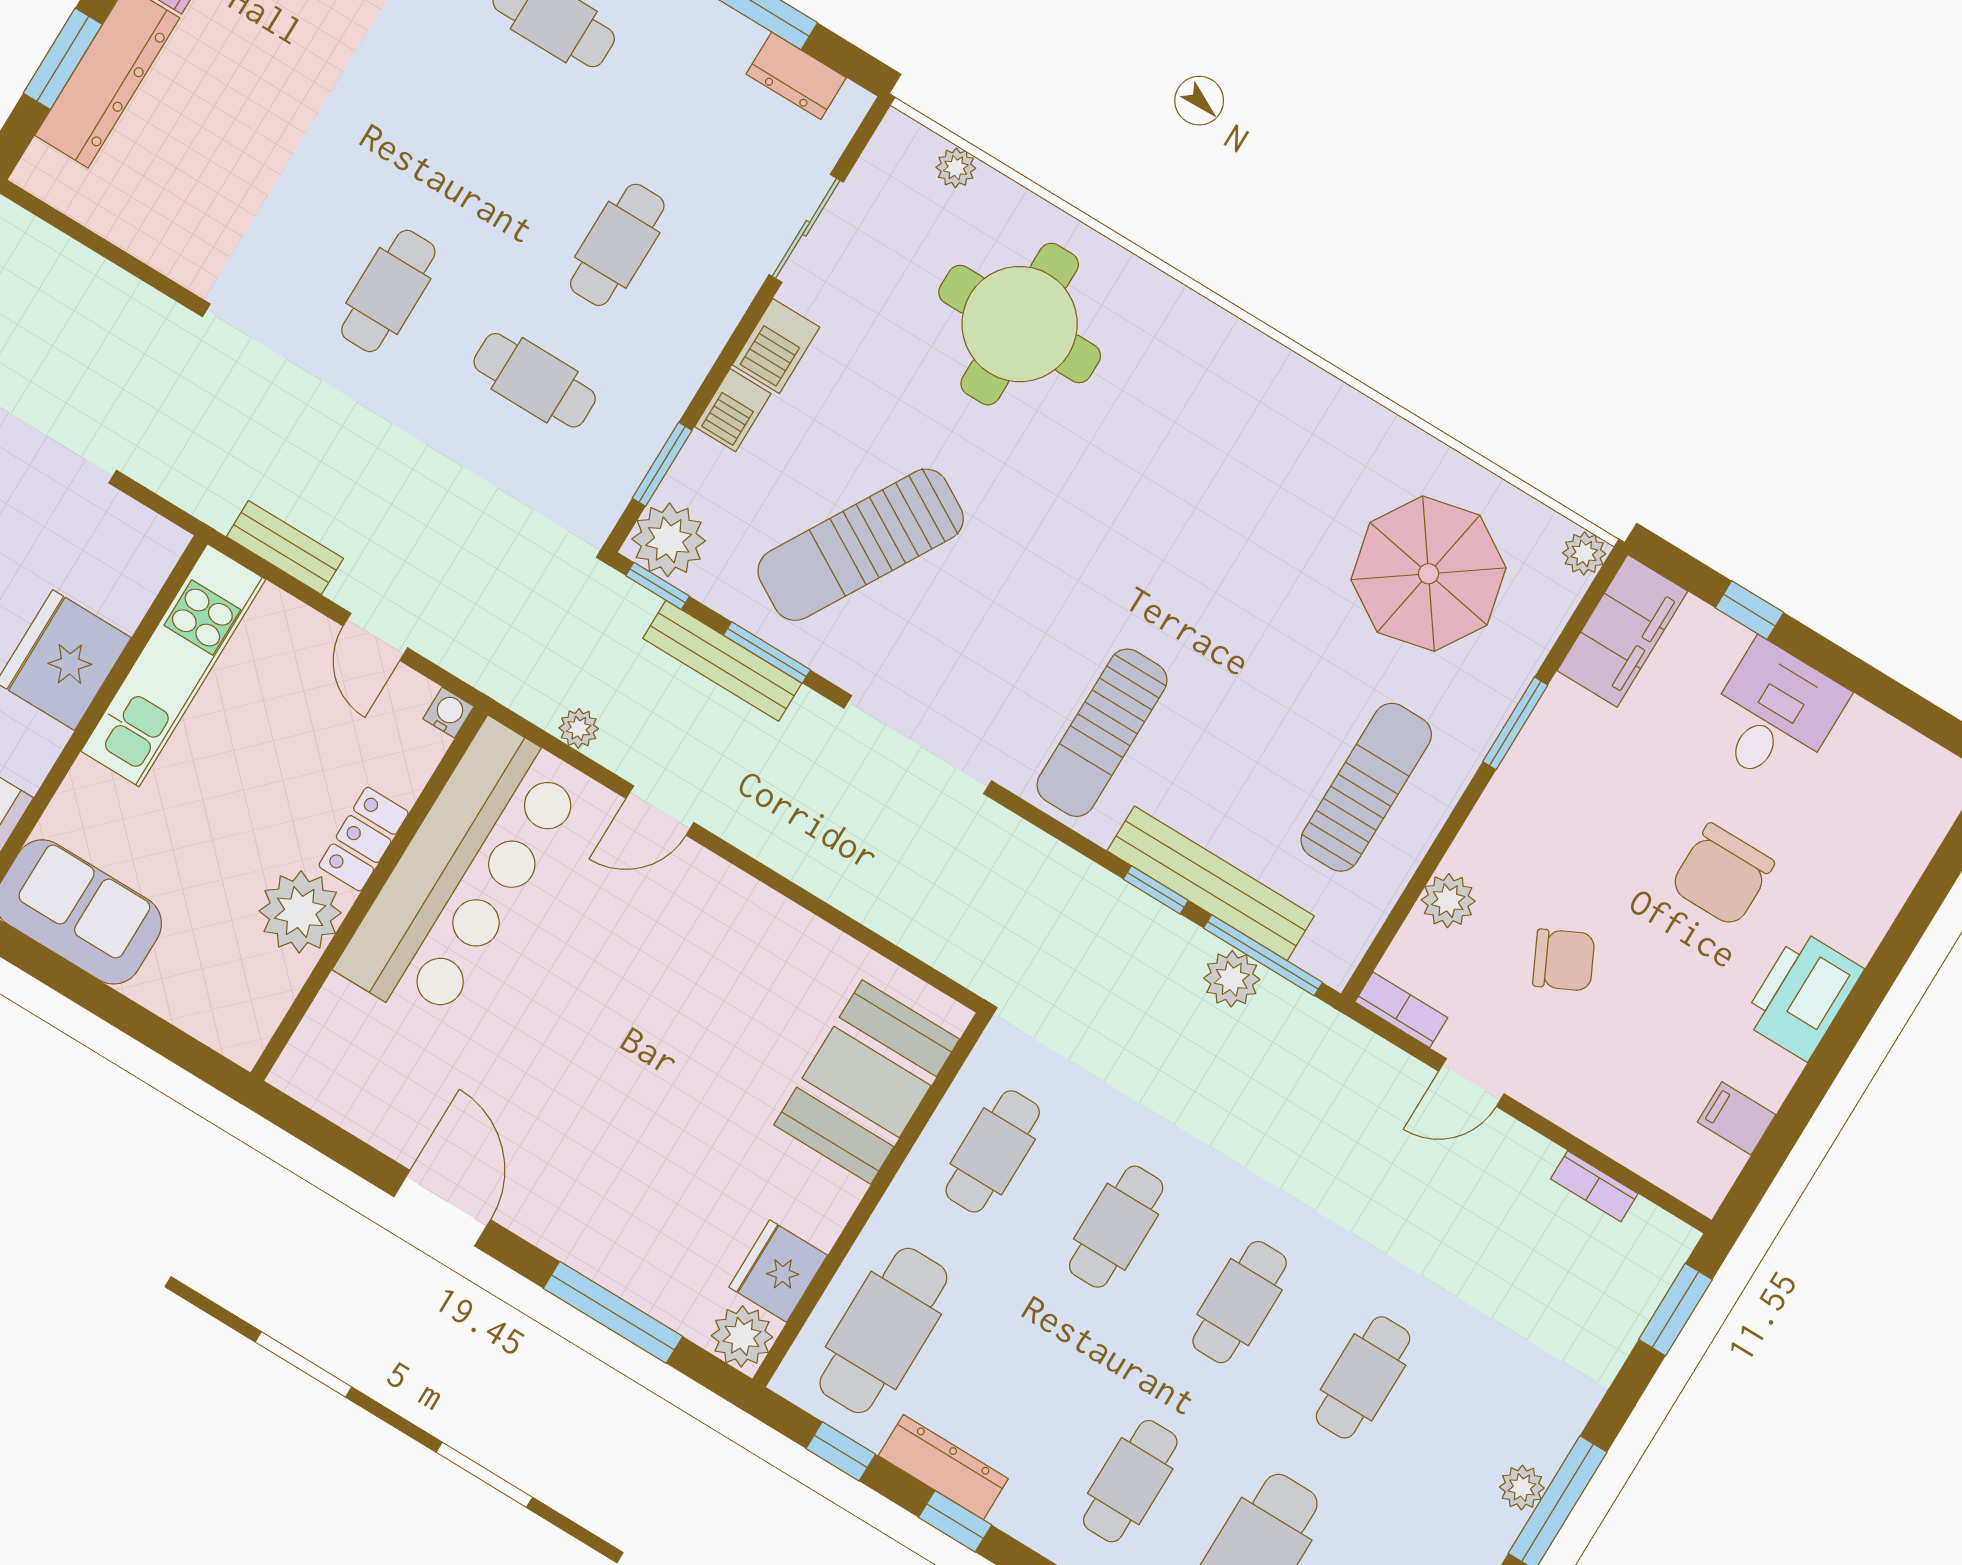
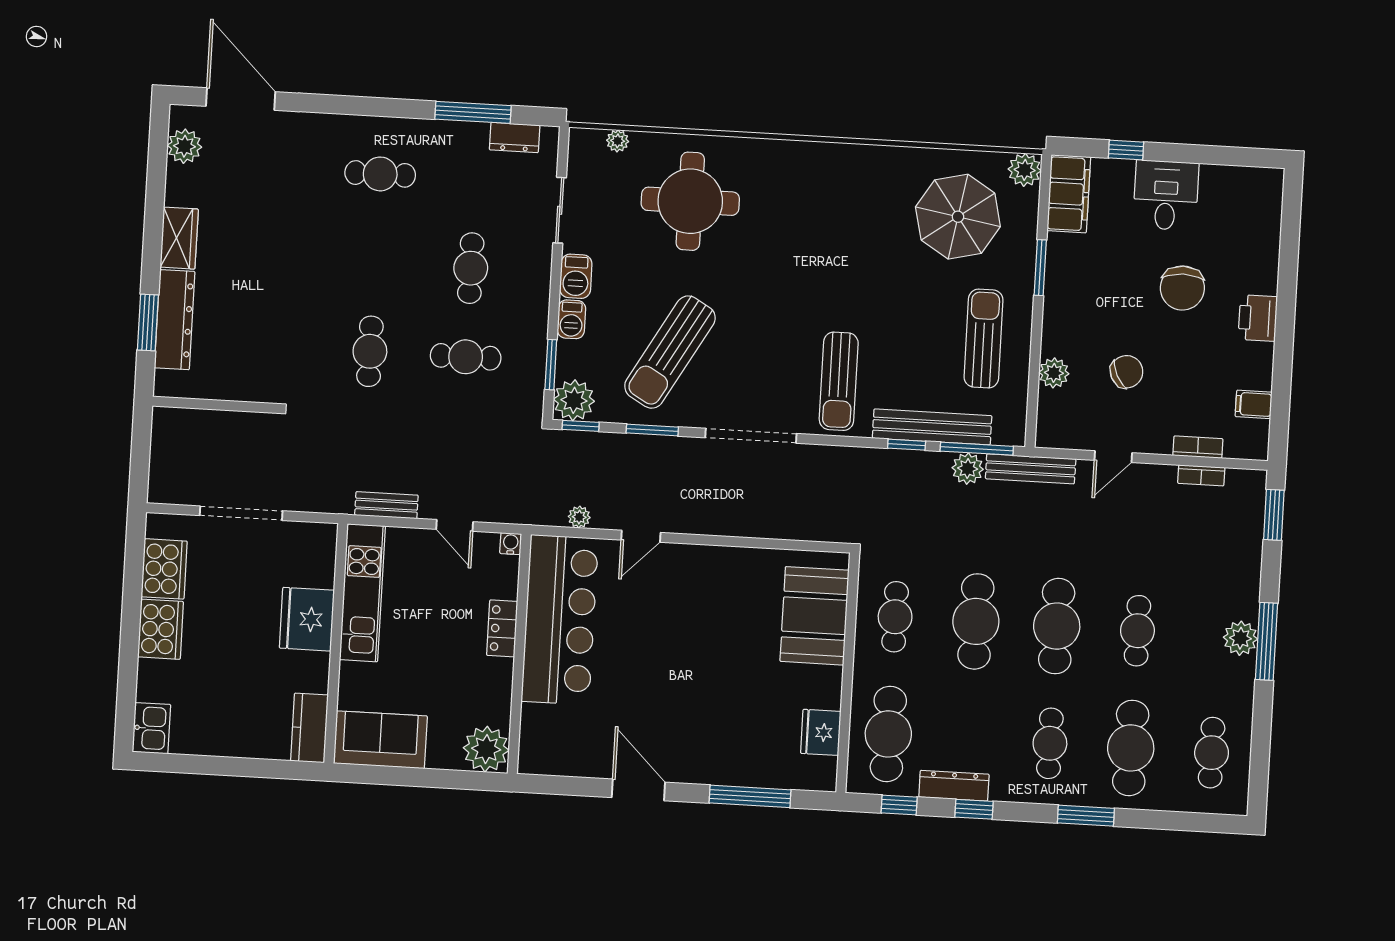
plant: (1584, 553) -> (1025, 170), width x1.38, depth x1.38
bench: (722, 661) -> (1031, 469), moved
plant: (300, 912) -> (486, 749), moved
printer: (1802, 995) -> (1258, 318), width x0.73, depth x0.84
bookcase: (1401, 1010) -> (1198, 447), moved
cafe table: (1116, 1227) -> (976, 621), width x1.37, depth x1.35
cafe table: (1240, 1302) -> (1057, 626), width x1.37, depth x1.35
plant: (742, 1336) -> (820, 774), removed
plant: (1522, 1487) -> (1240, 638), width x1.38, depth x1.38

